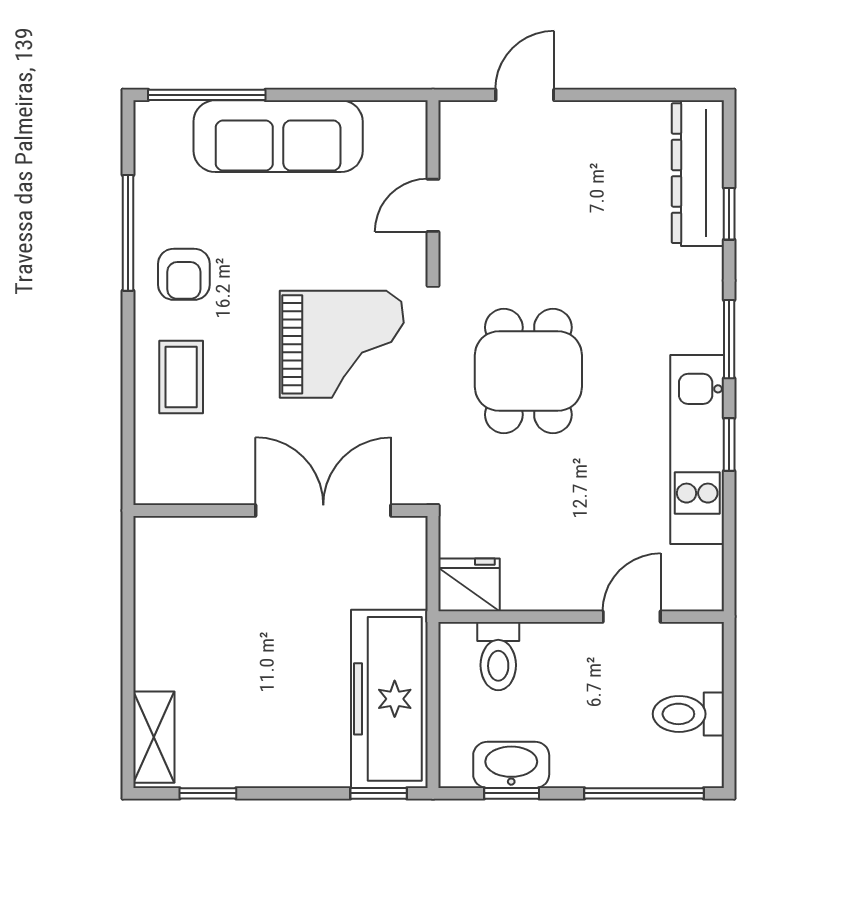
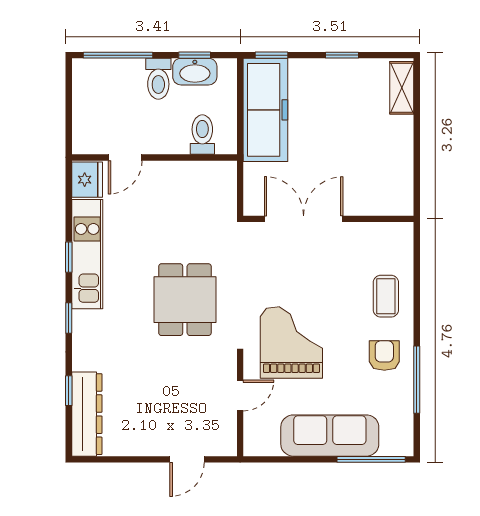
window: (729, 339) -> (69, 318), width x0.67
grand piano: (342, 344) -> (291, 342), moved, turned 90
double door: (323, 510) -> (304, 219), swing flipped
fridge: (469, 585) -> (87, 180), moved, turned -90
toilet: (688, 714) -> (158, 79), moved, turned 90
window: (208, 793) -> (342, 55), moved

